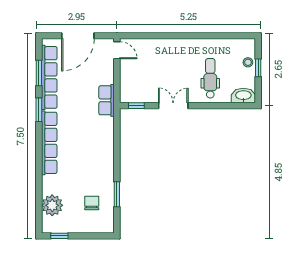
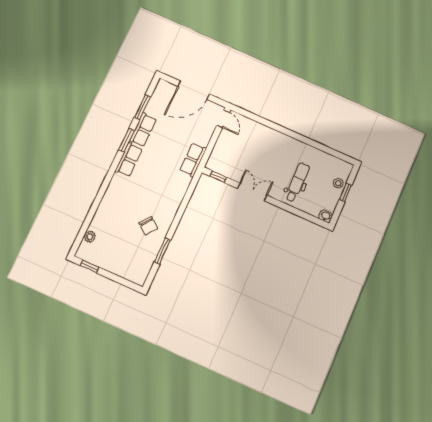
row of seats: (49, 77) -> (143, 130), width x0.50
washbasin: (243, 96) -> (326, 216), width x0.52, depth x0.69
row of seats: (49, 143) -> (129, 160), width x0.50
chair: (92, 203) -> (148, 226), moved, turned 128
plant: (52, 205) -> (90, 237), width x0.53, depth x0.53

